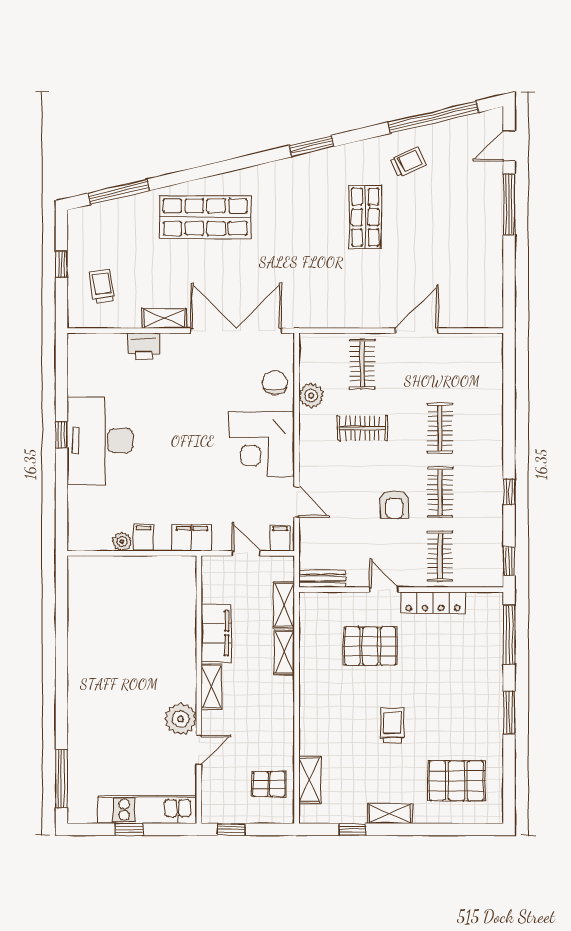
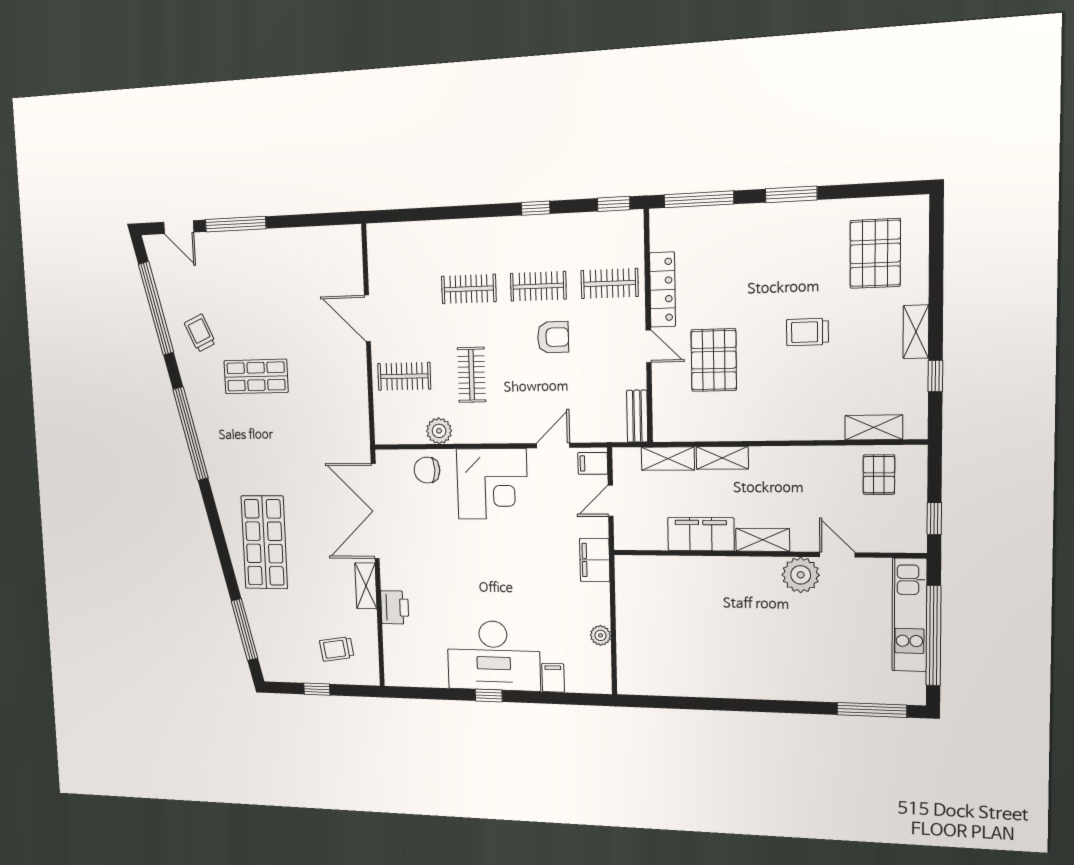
window: (311, 146) -> (191, 434), width x2.11
filing cabinet: (143, 537) -> (553, 678), moved, turned 90
door: (384, 590) -> (649, 346), swing flipped
window: (129, 829) -> (933, 636), width x3.17

